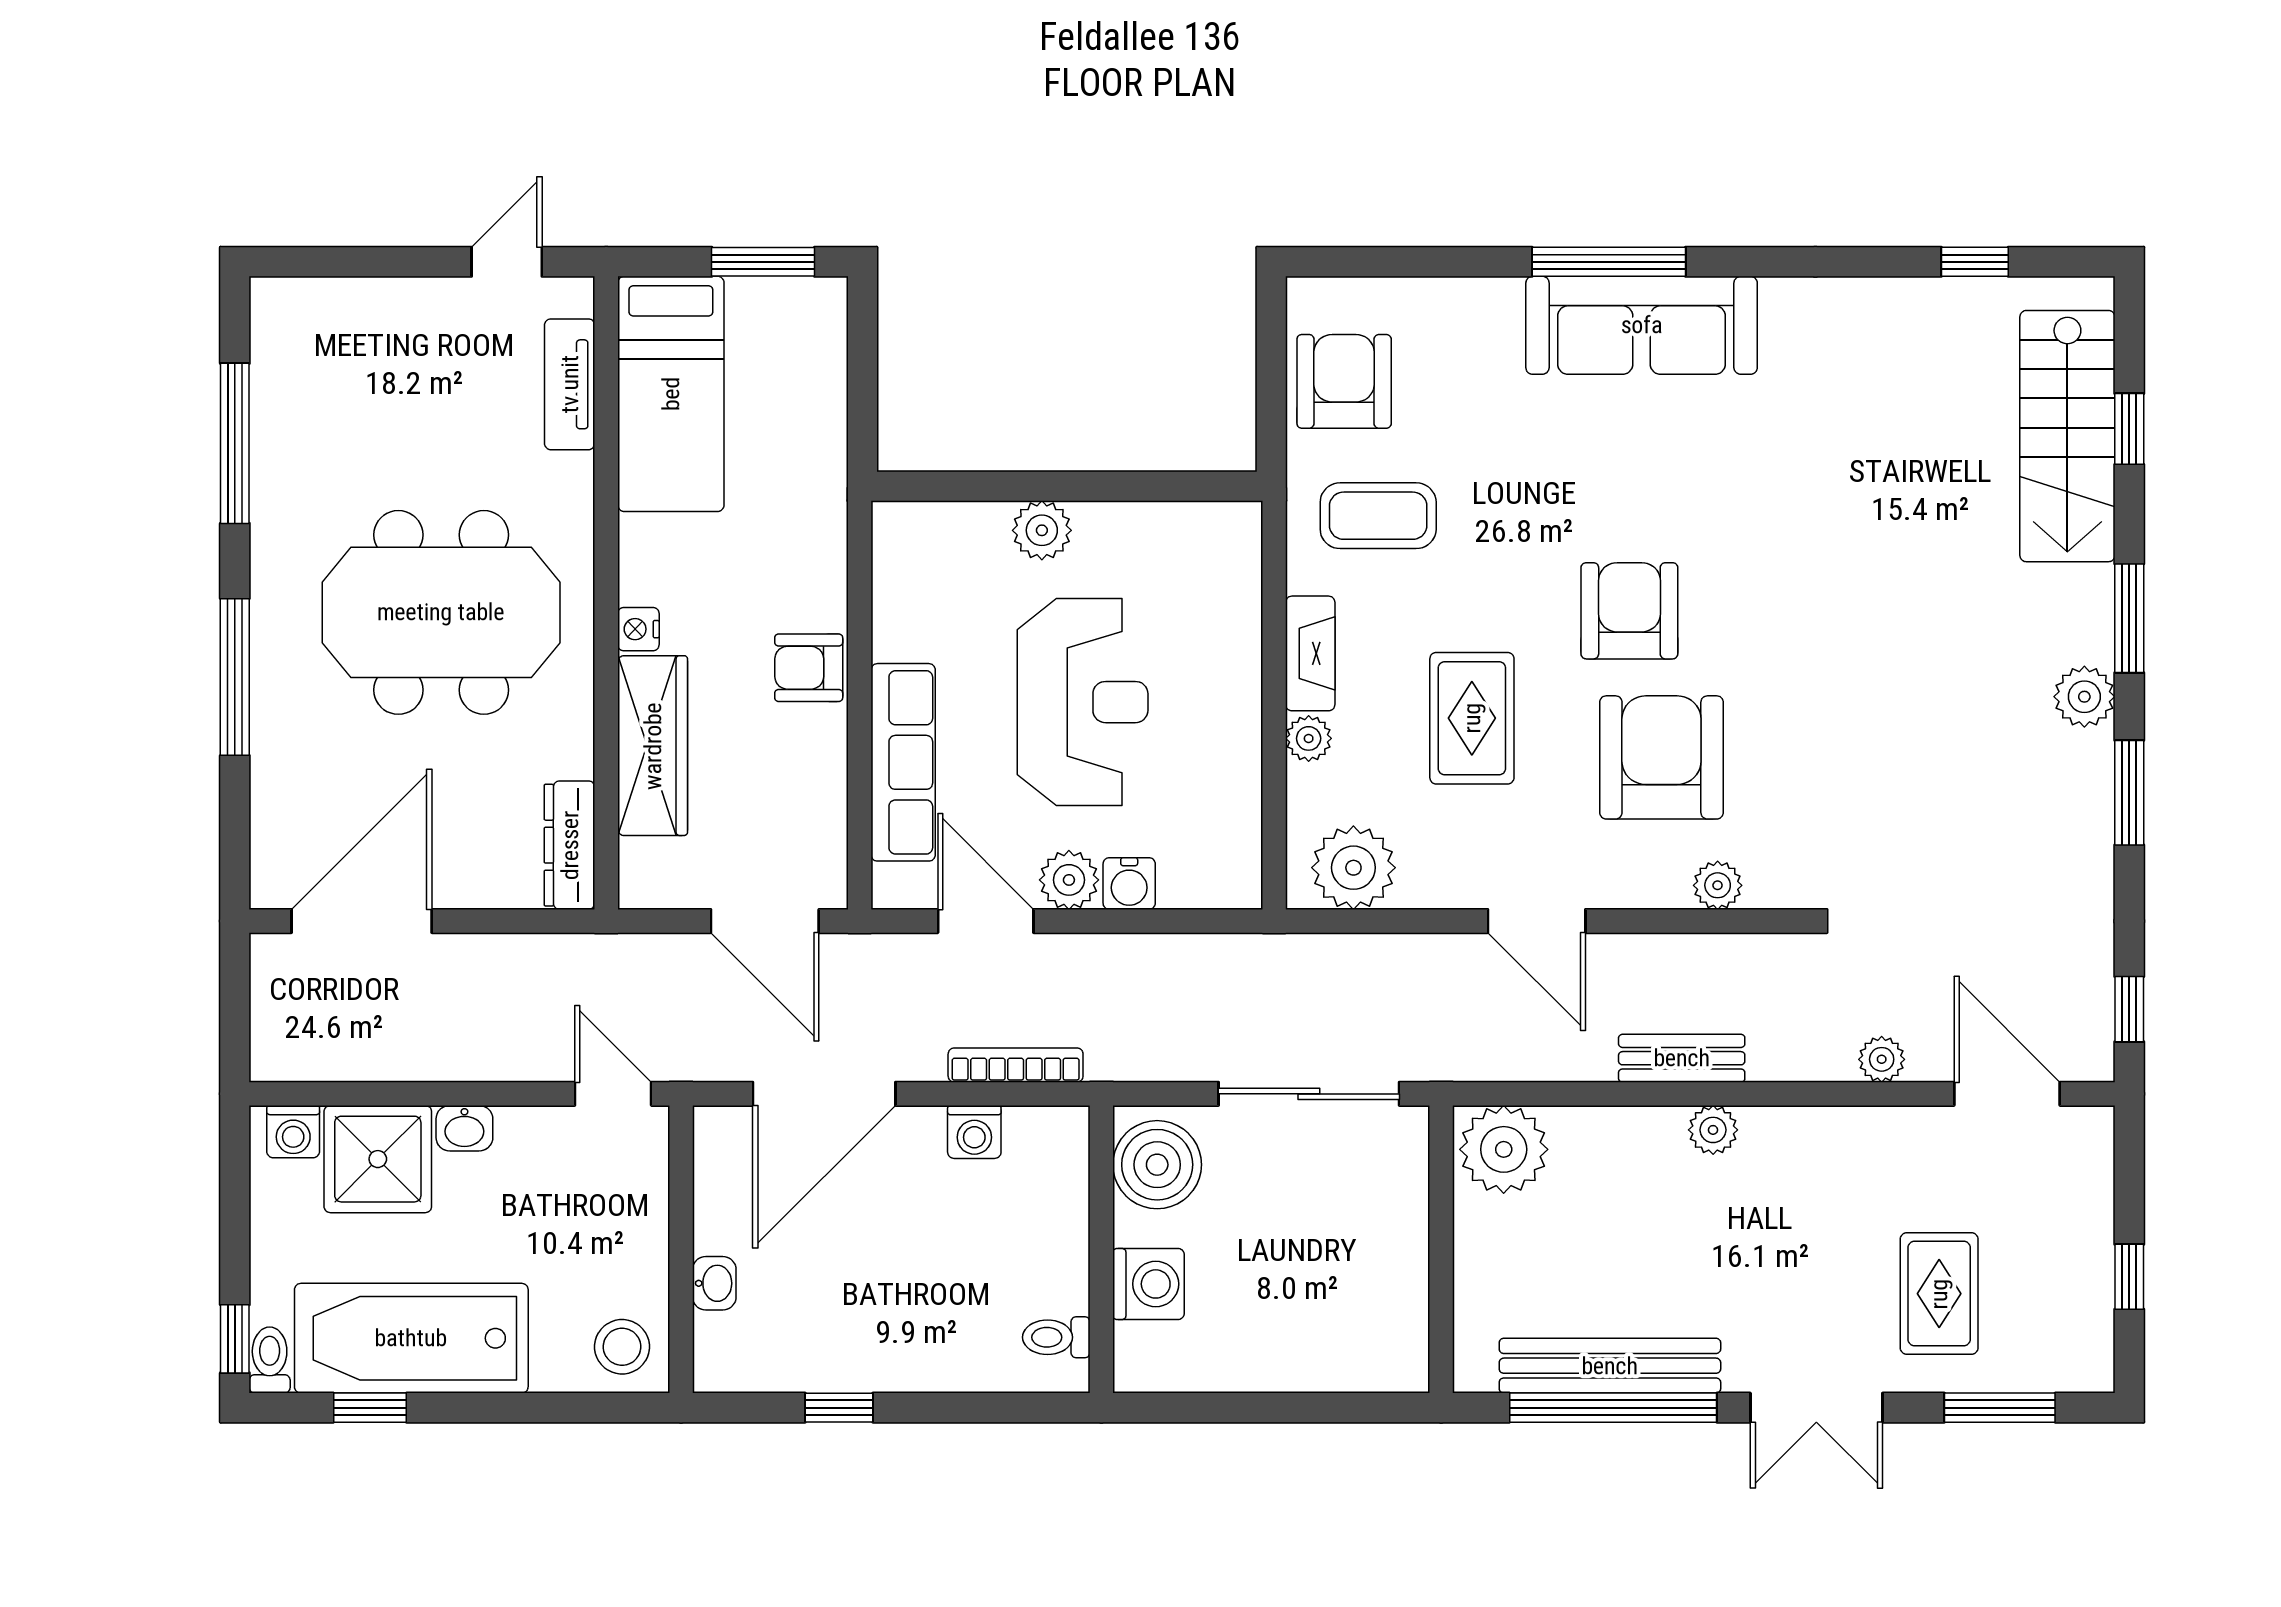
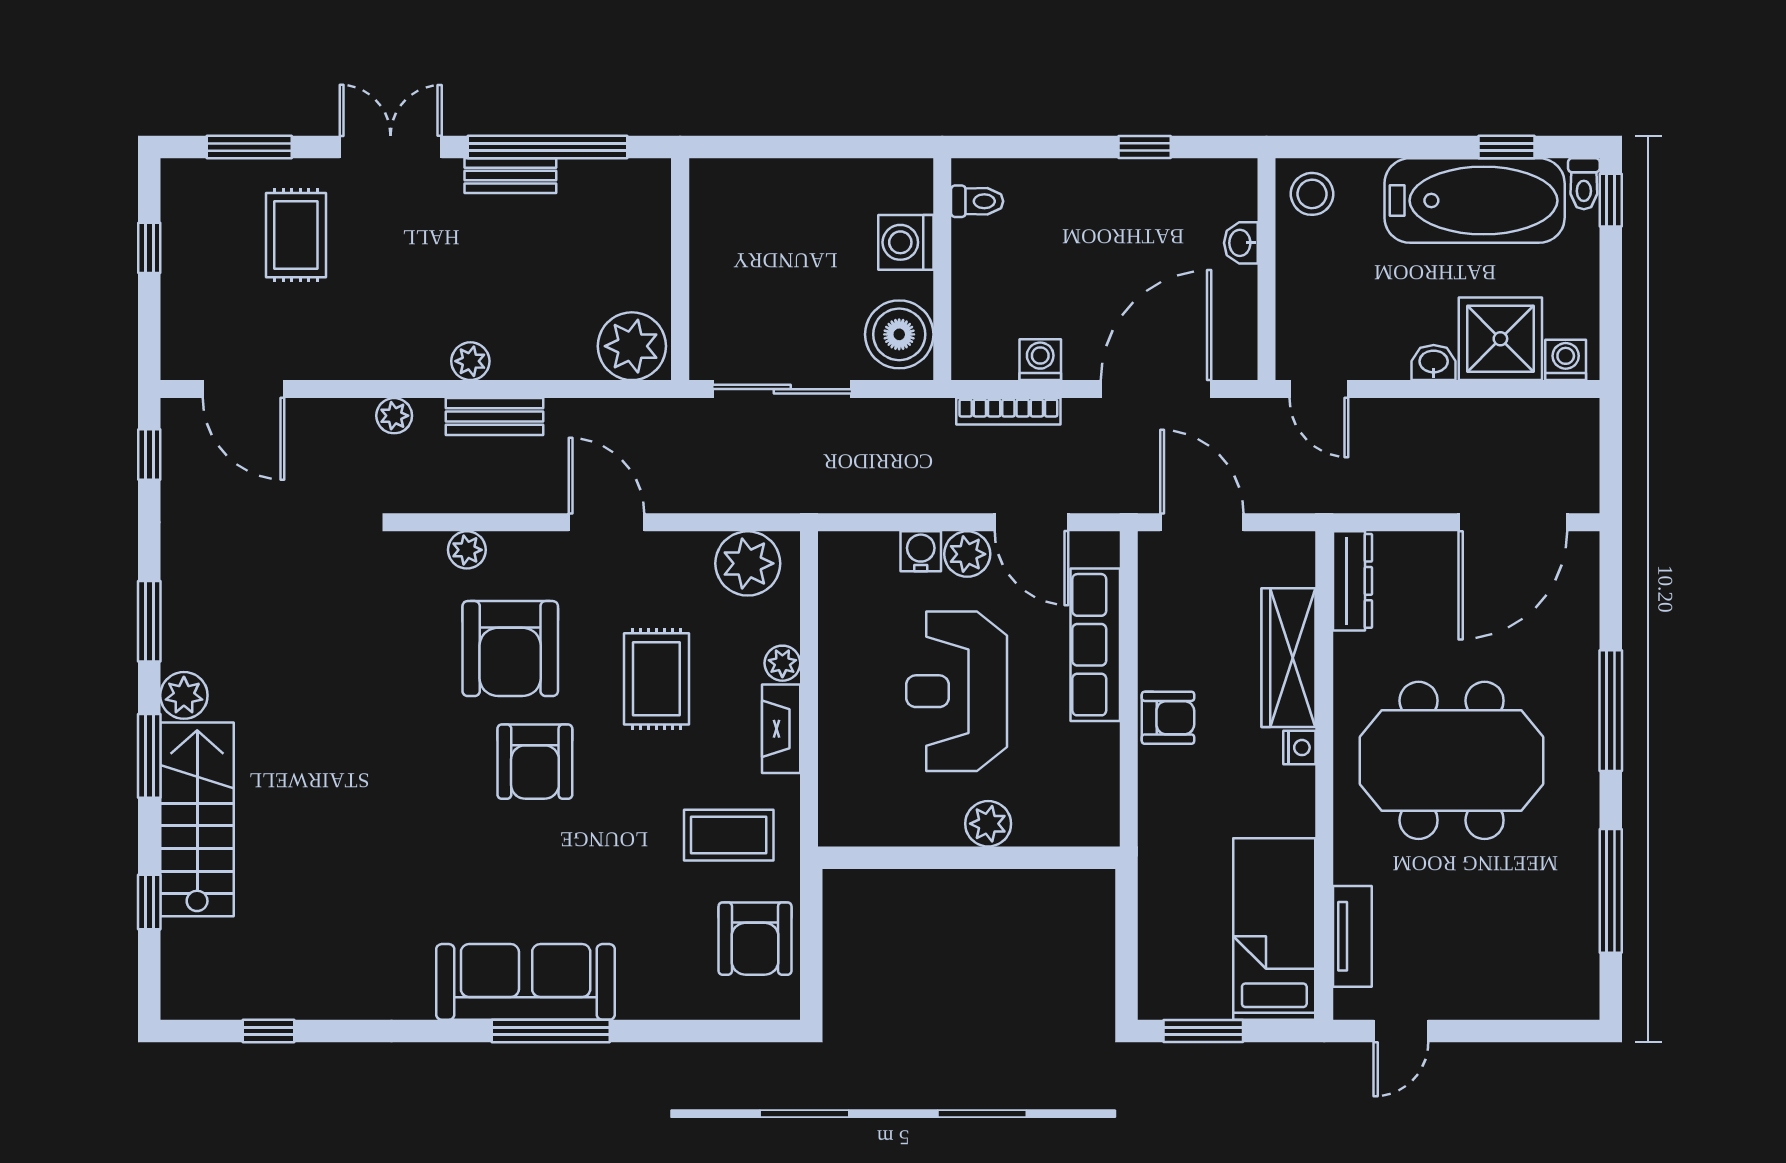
stairs: (2067, 436) -> (197, 819), moved
plant: (1882, 1059) -> (394, 416), moved
bench: (1610, 1366) -> (510, 176), width x0.54, depth x0.82

